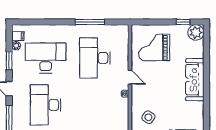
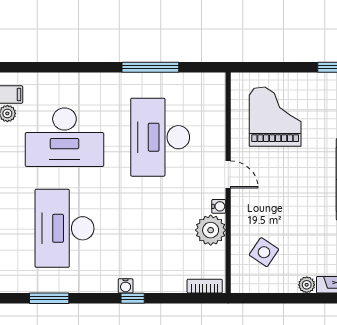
grand piano: (154, 47) -> (275, 117), turned 90
desk: (46, 58) -> (64, 137), turned 180
plant: (121, 106) -> (211, 230), added

